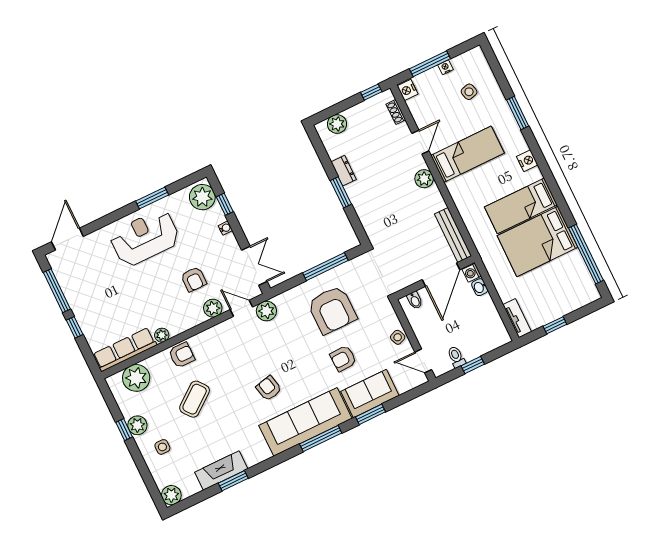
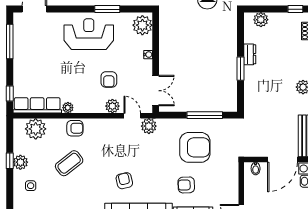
window: (225, 204) -> (156, 38), removed
armchair: (332, 310) -> (195, 147), turned -90
window: (75, 327) -> (10, 93), moved
side table: (398, 337) -> (231, 189), removed

